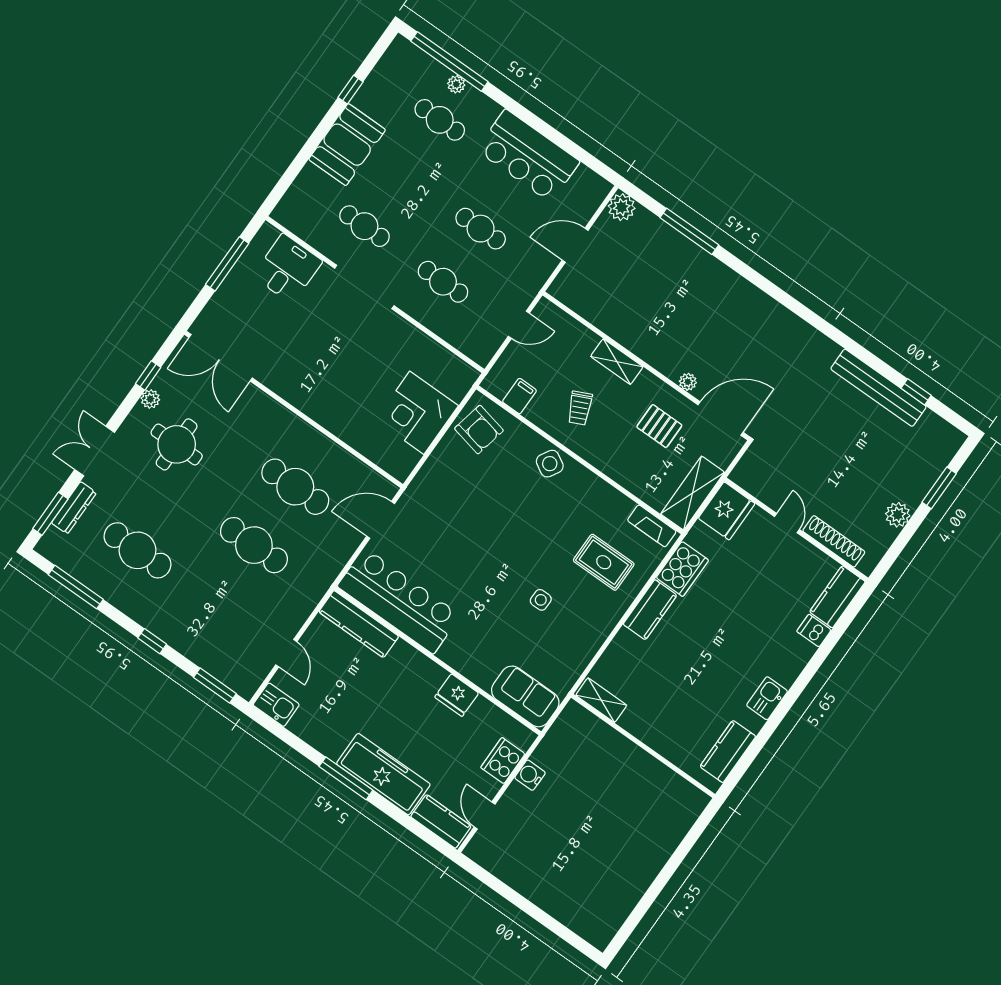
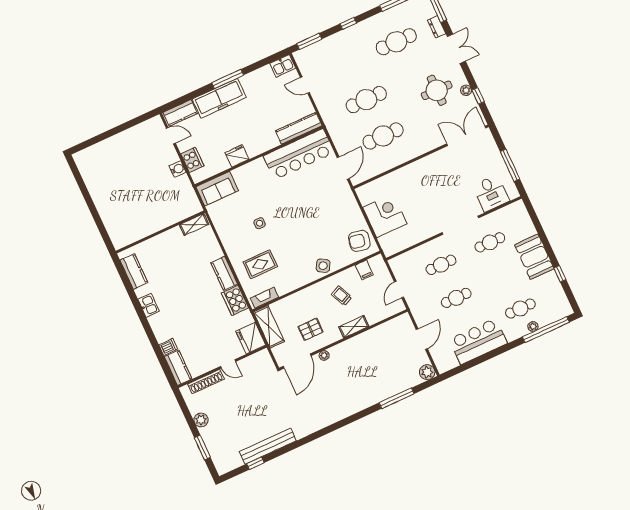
dresser: (74, 508) -> (437, 27), width x0.70

